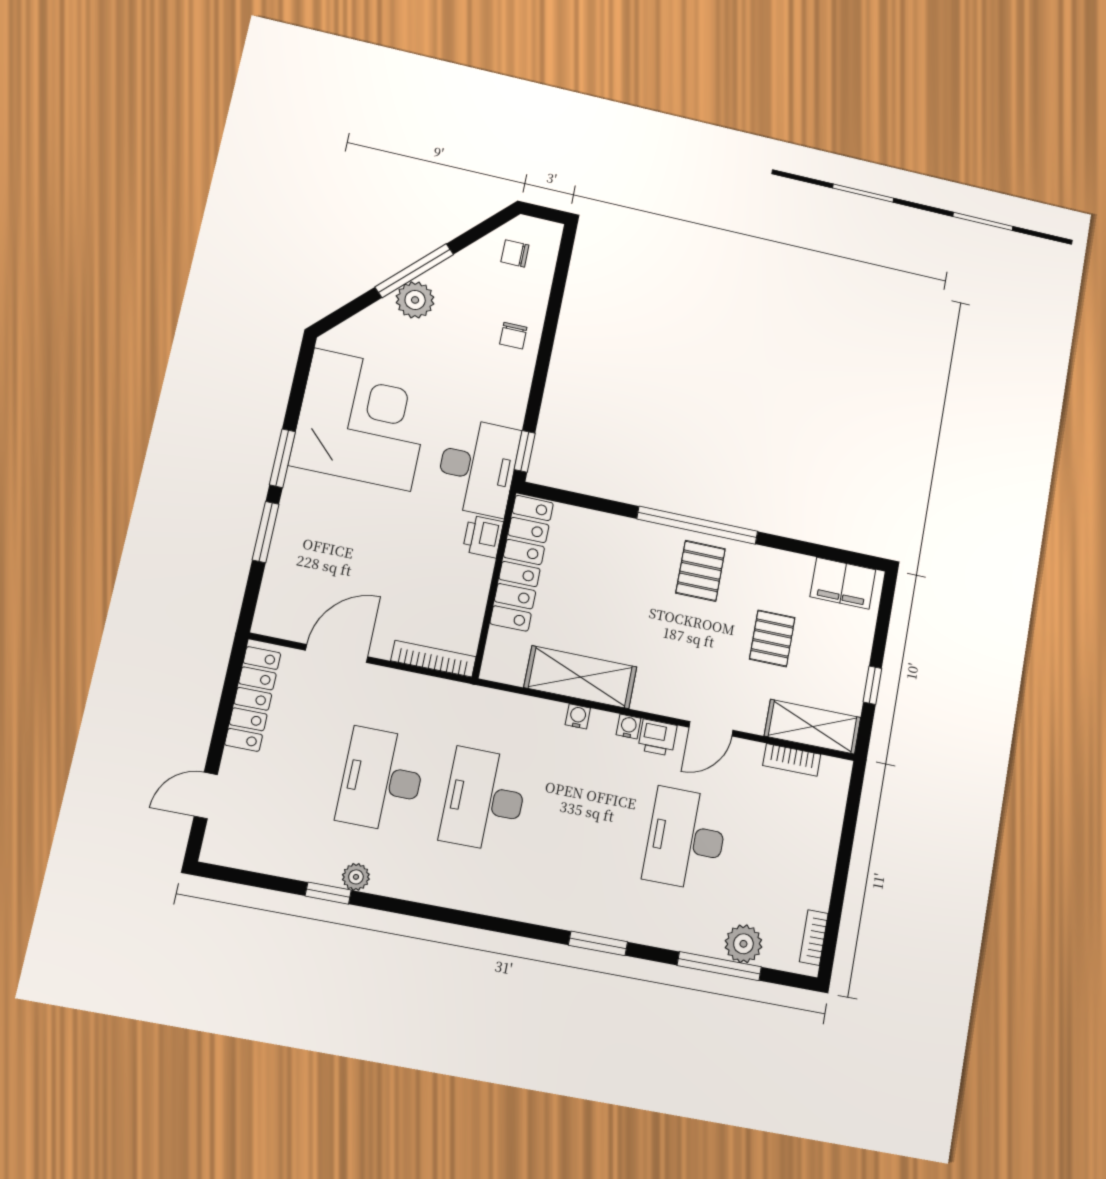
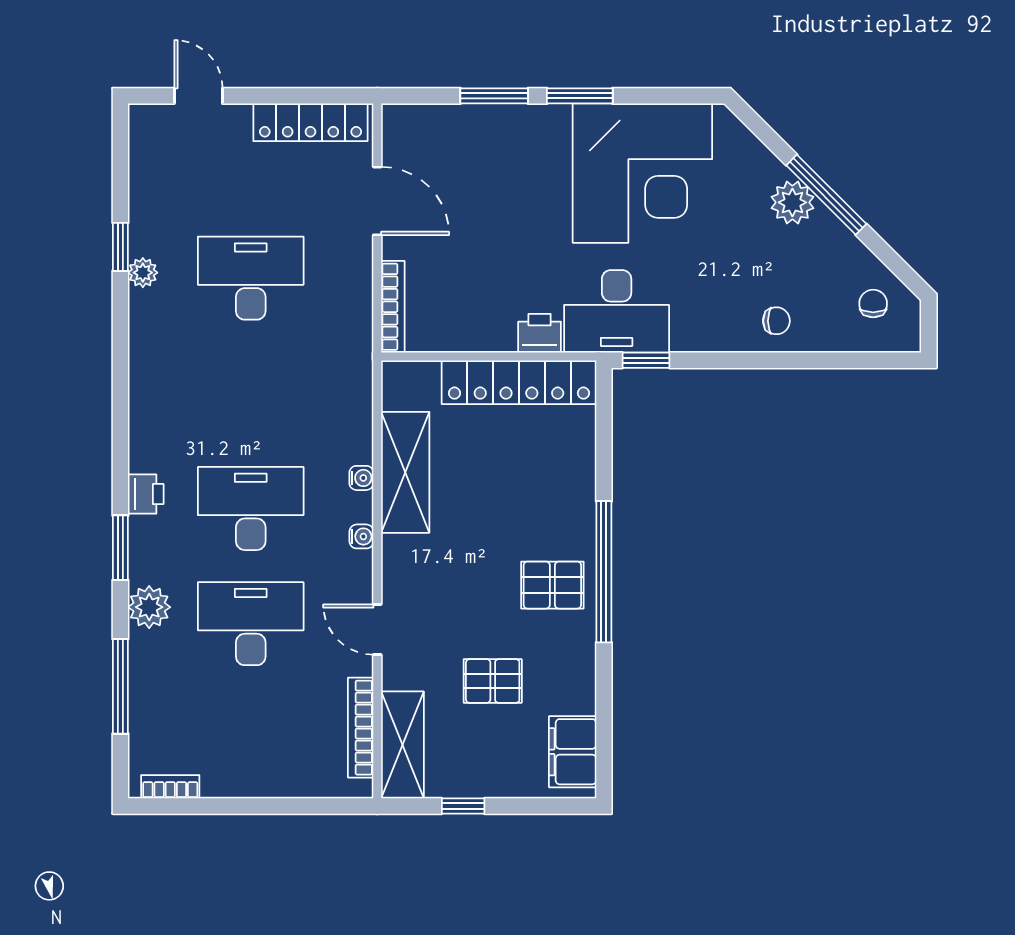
chair: (513, 336) -> (776, 321), turned 180
printer: (657, 738) -> (146, 494), moved, turned 180
bookcase: (792, 760) -> (361, 728), width x1.56
desk: (484, 800) -> (251, 509), moved
plant: (743, 944) -> (149, 607), moved

